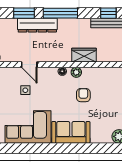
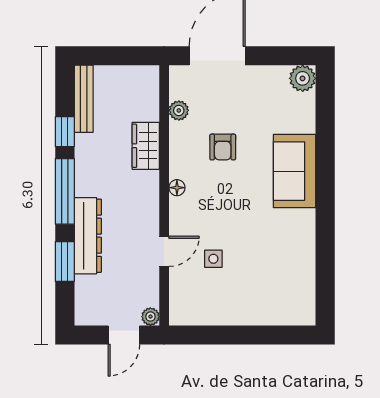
window: (108, 13) -> (65, 132), moved
plant: (76, 72) -> (179, 110), moved
armchair: (83, 95) -> (223, 147), turned -90
corner sofa: (28, 127) -> (284, 254), removed

